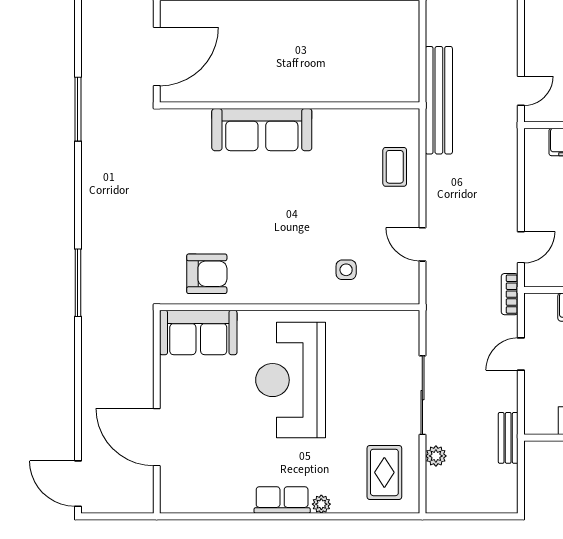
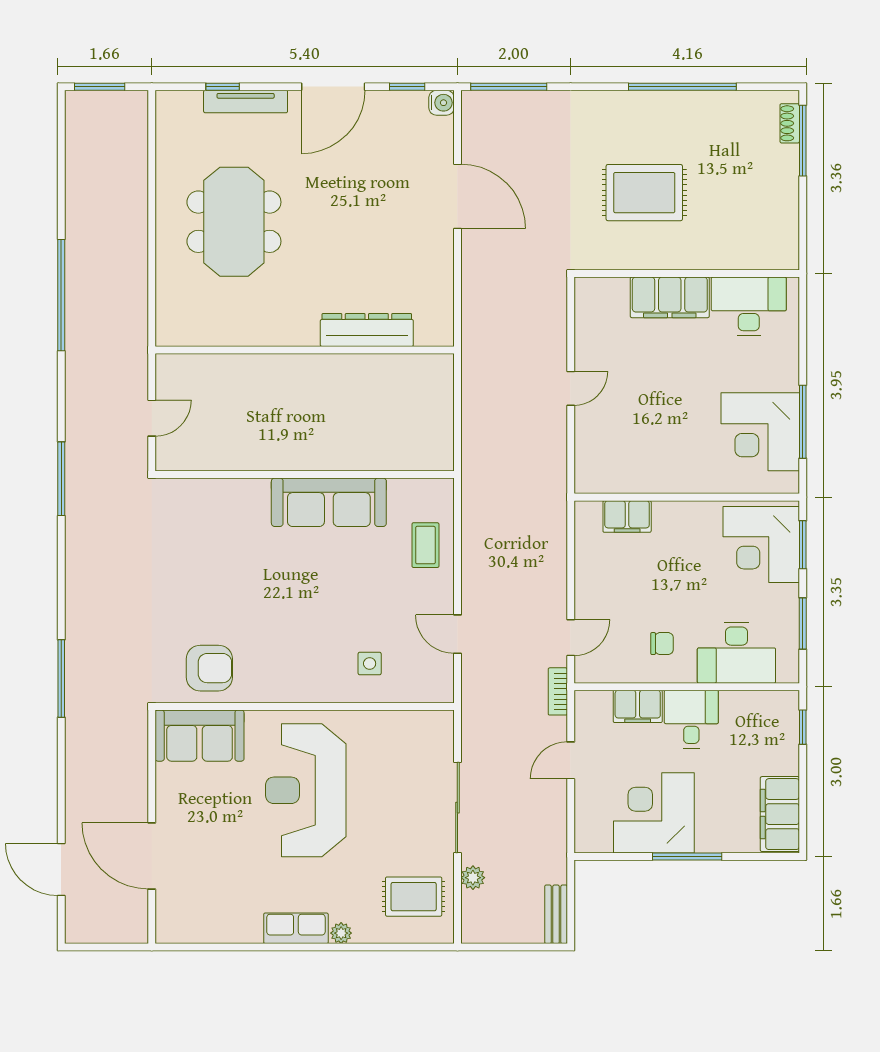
door: (157, 56) -> (152, 418), width x0.53
door: (521, 91) -> (571, 388), moved
bench: (439, 100) -> (476, 469), removed
sofa: (262, 130) -> (329, 502), moved
bench: (508, 438) -> (556, 914), moved
rug: (384, 472) -> (414, 897), turned 90
door: (78, 484) -> (61, 870), moved

